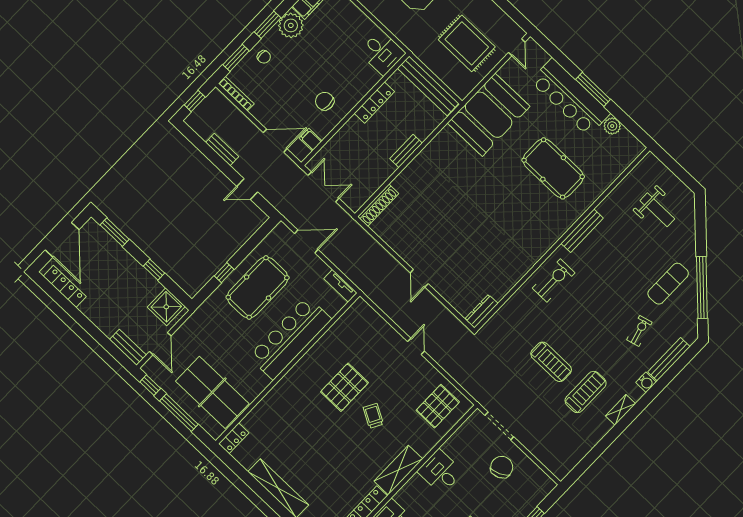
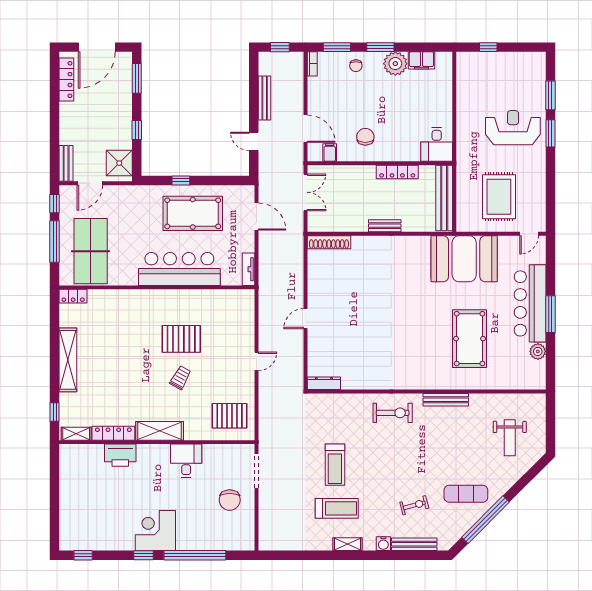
bookcase: (236, 94) -> (312, 64), width x0.64
bench: (222, 149) -> (265, 98), width x1.36
chair: (502, 467) -> (230, 500), turned 114

